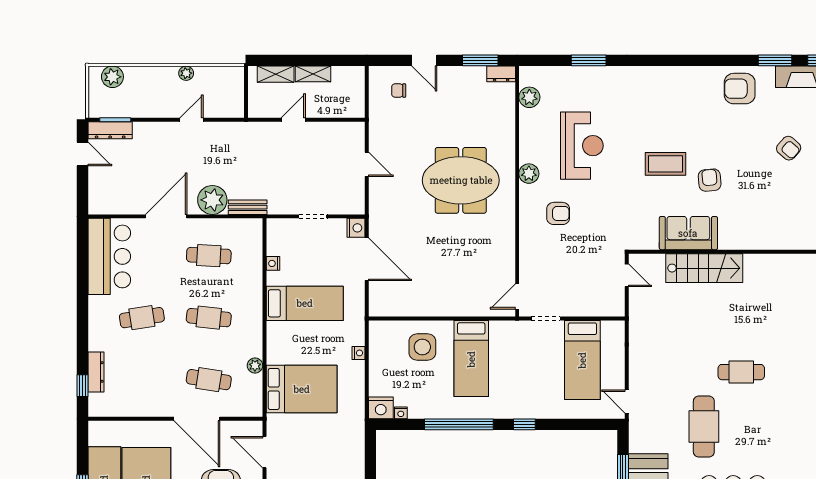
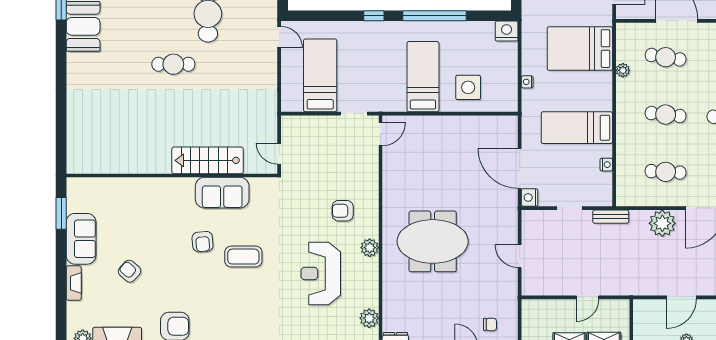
door: (192, 120) -> (681, 297), width x1.38
bench: (248, 207) -> (611, 217), moved
nightstand: (401, 413) -> (488, 26), removed

